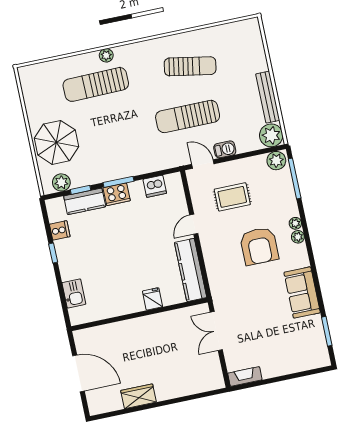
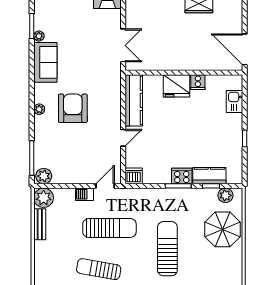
sun lounger: (96, 84) -> (167, 249), moved, turned -89
bench: (268, 97) -> (40, 224), width x0.73
door: (203, 164) -> (105, 186), swing flipped
dishwasher: (155, 186) -> (134, 176), moved
rug: (232, 197) -> (87, 154), removed
plant: (295, 223) -> (39, 36), moved
cooker: (60, 230) -> (198, 82), moved, turned -90
fridge: (153, 299) -> (177, 86), width x1.88, depth x1.34
door: (78, 373) -> (245, 49), moved

